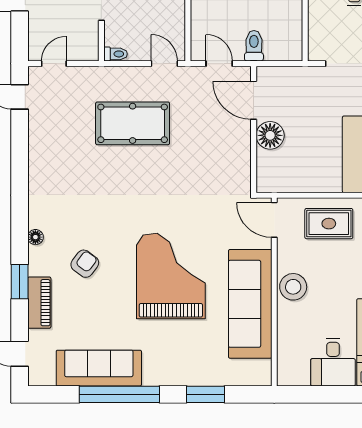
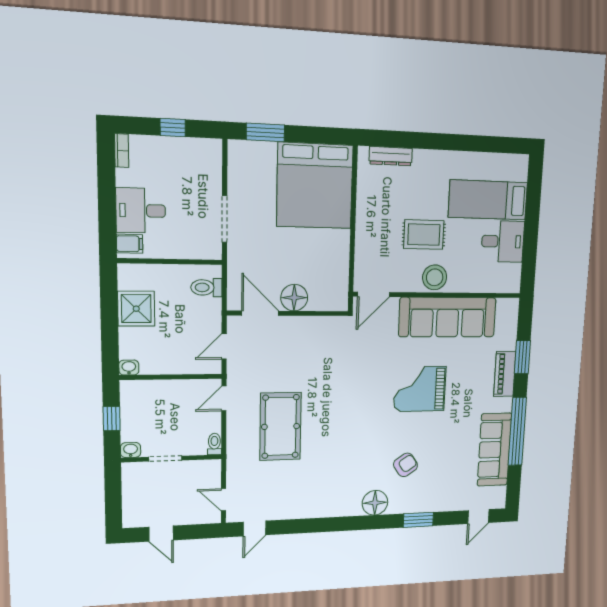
toilet: (254, 46) -> (206, 287), moved
door: (254, 100) -> (260, 313), swing flipped
rug: (329, 224) -> (424, 235), moved, turned 90
floor lamp: (35, 237) -> (375, 503), width x1.89, depth x1.89
armchair: (85, 264) -> (405, 465), turned 109
grand piano: (171, 276) -> (420, 389), width x0.73, depth x0.68
piano: (39, 303) -> (505, 374), moved, turned -90

